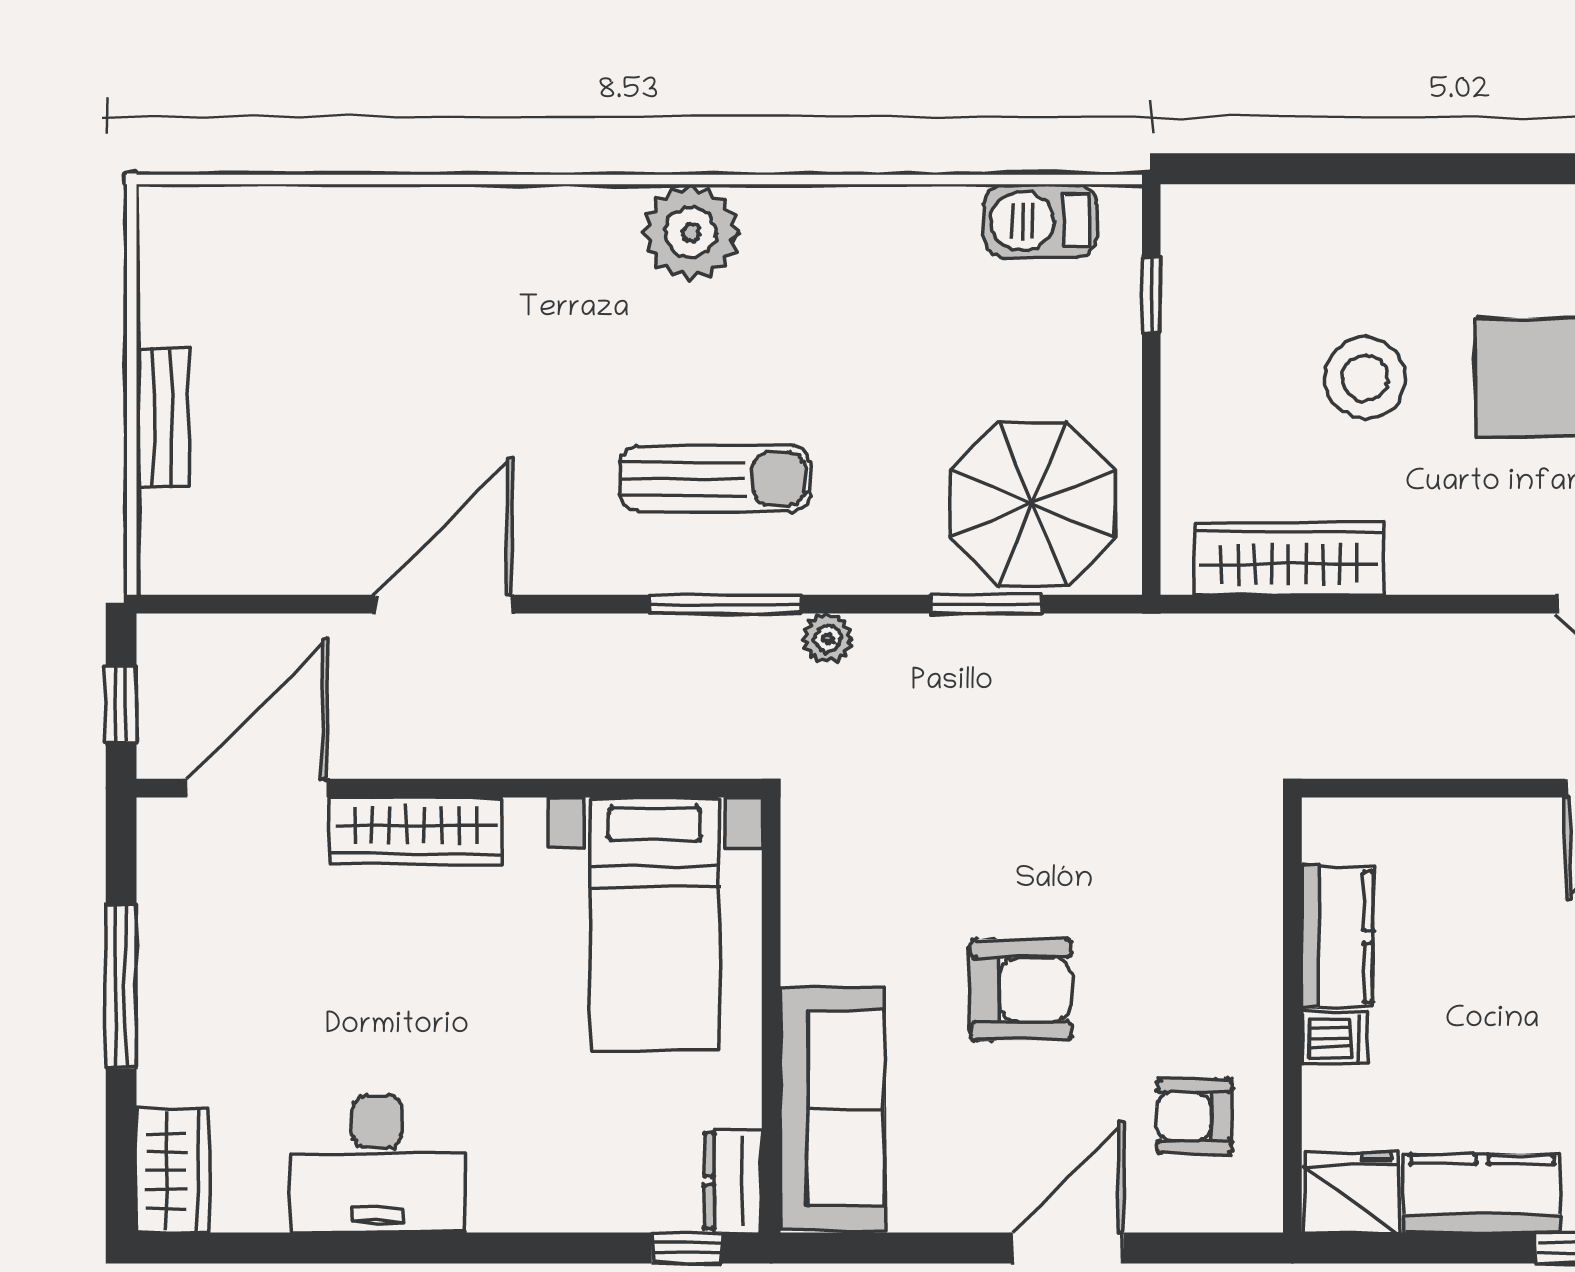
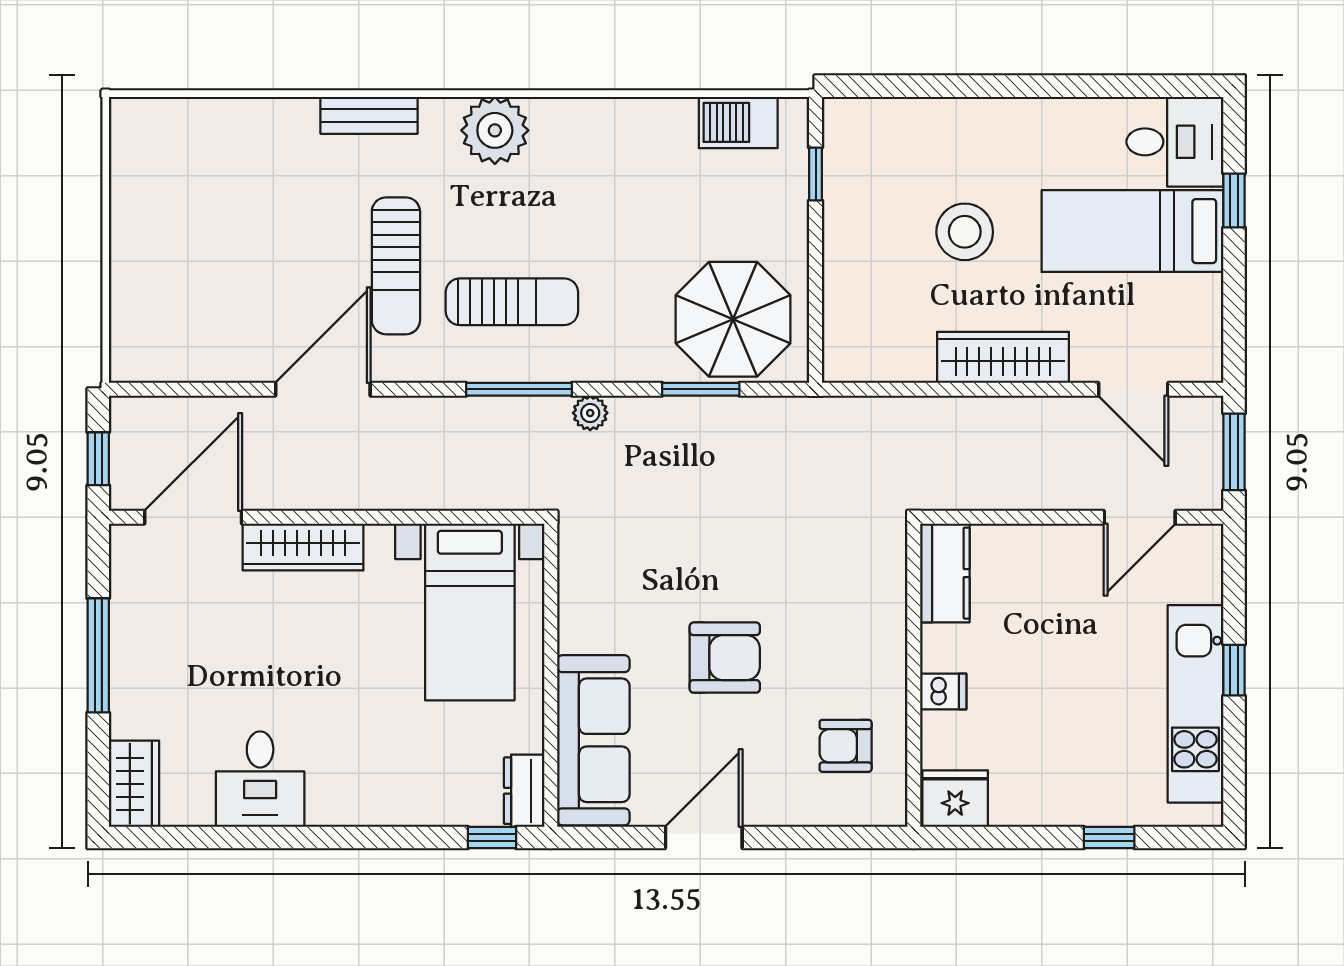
bench: (163, 418) -> (369, 115), moved, turned 90
sun lounger: (549, 427) -> (396, 266), added
wardrobe: (1289, 558) -> (1003, 357), moved
kitchen counter: (1337, 937) -> (945, 573), moved
desk: (377, 1164) -> (260, 779), width x0.73
kitchen counter: (1482, 1194) -> (1046, 800), removed
door: (1068, 1248) -> (704, 838), moved

